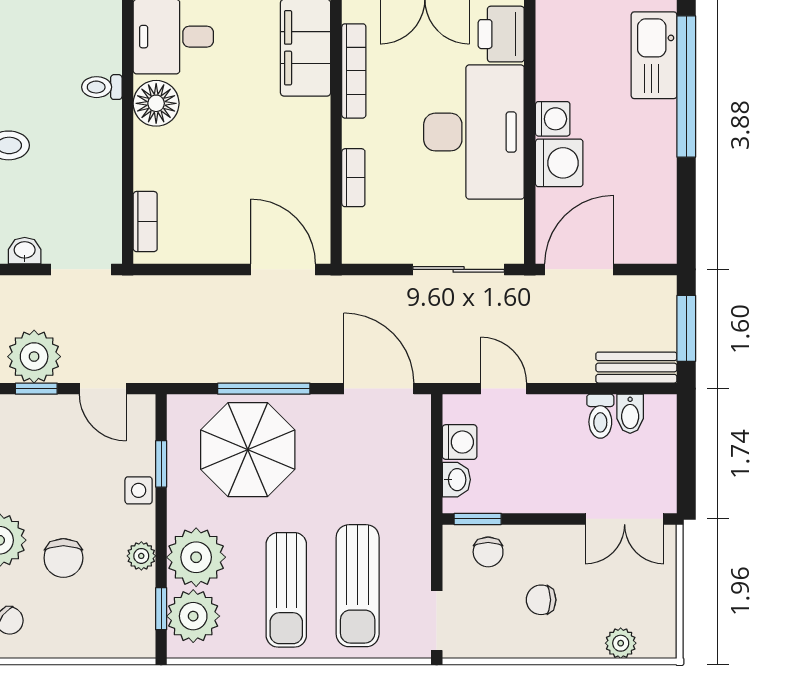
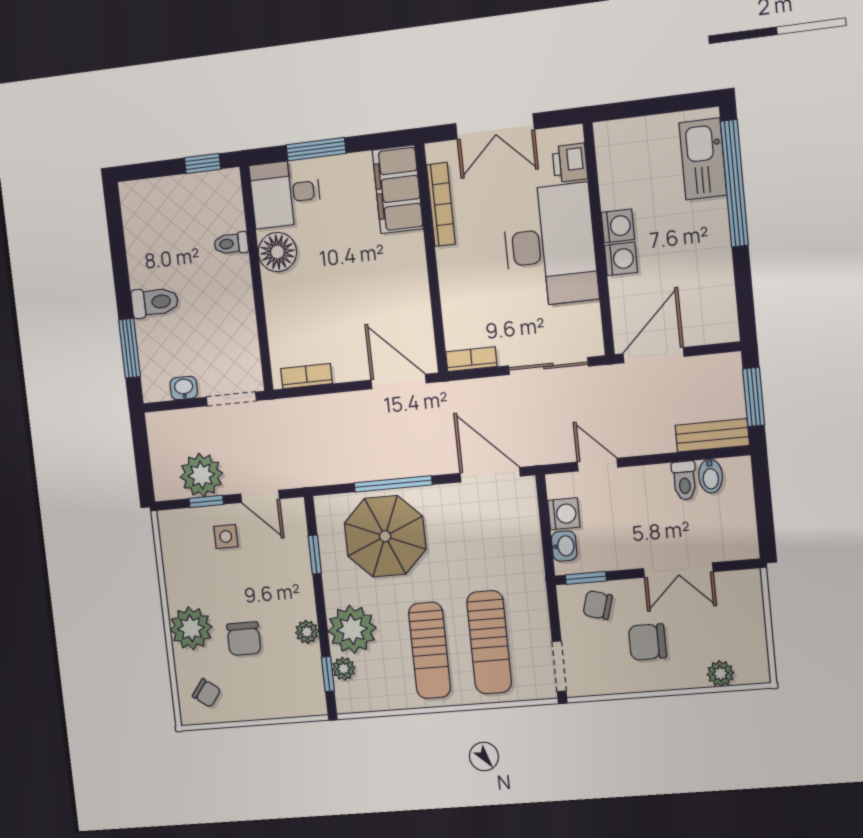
printer: (501, 34) -> (570, 163), width x0.73, depth x0.81
washing machine: (559, 163) -> (621, 259), width x0.73, depth x0.73
bookcase: (353, 178) -> (471, 359), moved, turned -90
bookcase: (145, 222) -> (306, 376), moved, turned -90
side table: (139, 490) -> (226, 536), moved
double door: (625, 519) -> (678, 570), moved
chair: (488, 552) -> (598, 605), turned 106
chair: (541, 600) -> (647, 642), width x1.37, depth x1.37
plant: (193, 616) -> (344, 669), width x0.53, depth x0.53

